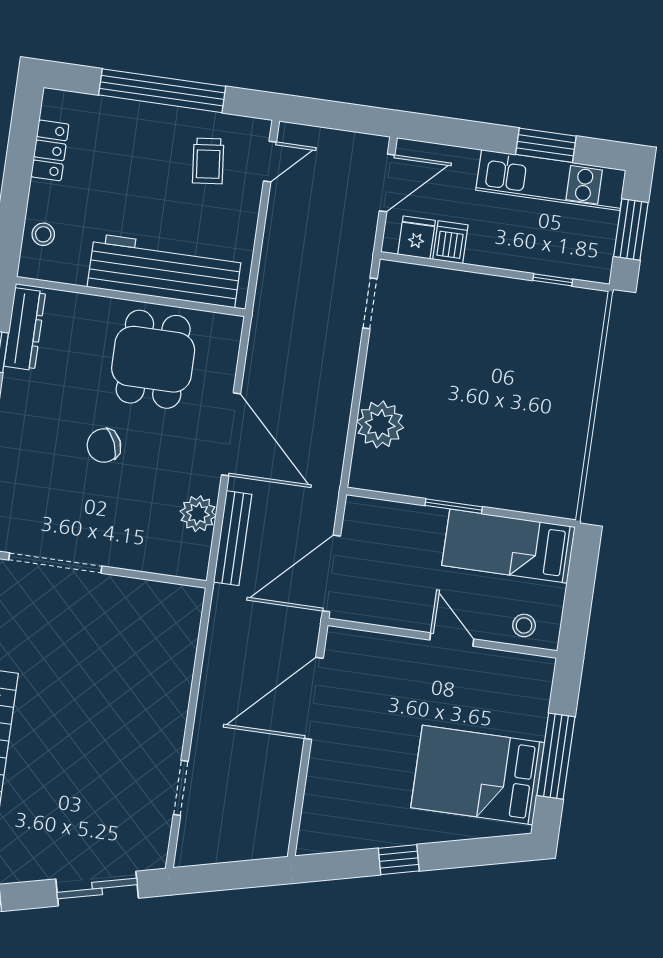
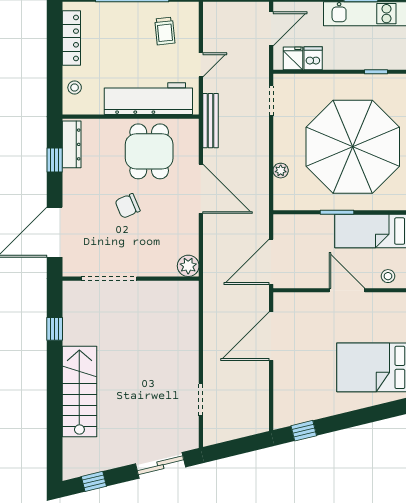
locker: (50, 150) -> (71, 38), width x1.53
door: (270, 162) -> (201, 65), moved
parasol: (496, 400) -> (353, 147), added
plant: (380, 424) -> (281, 171), width x0.53, depth x0.53
plant: (198, 514) -> (188, 266), moved
bench: (233, 538) -> (211, 121), moved
door: (452, 639) -> (347, 290), width x1.38
window: (399, 860) -> (304, 431), moved

